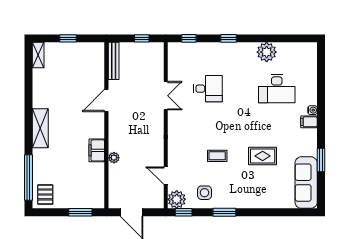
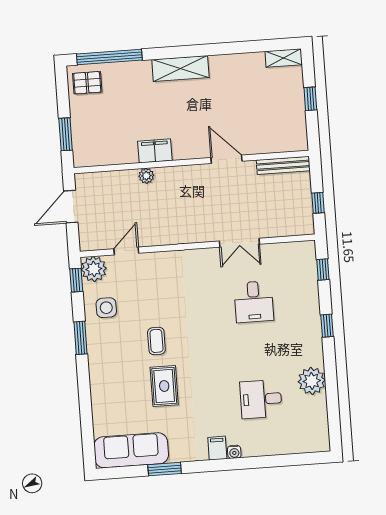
desk: (277, 89) -> (261, 399), width x0.73
coffee table: (217, 156) -> (156, 341), moved

